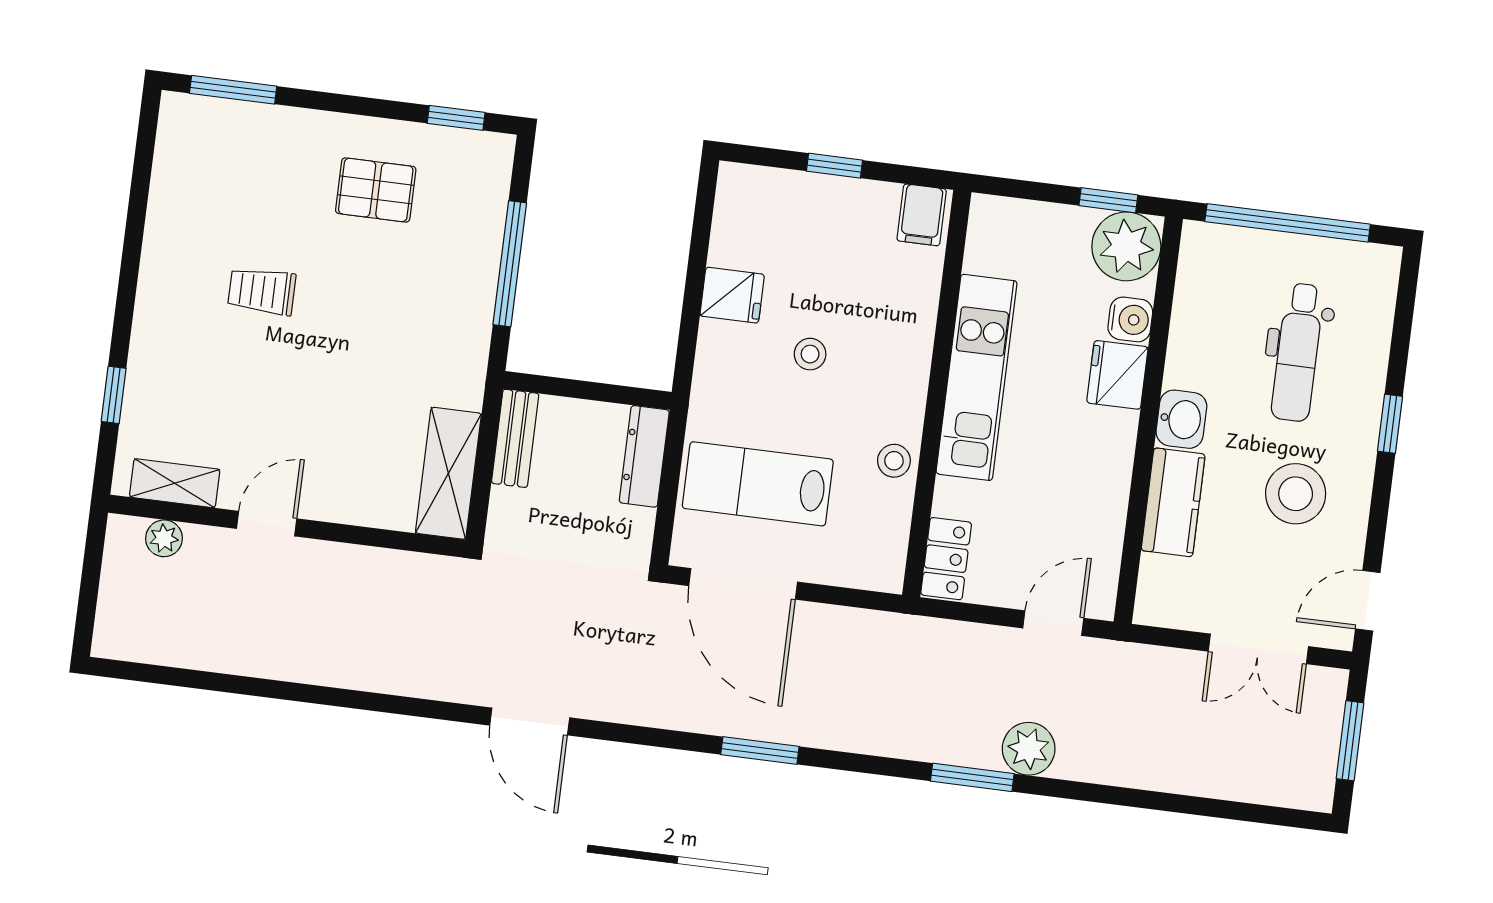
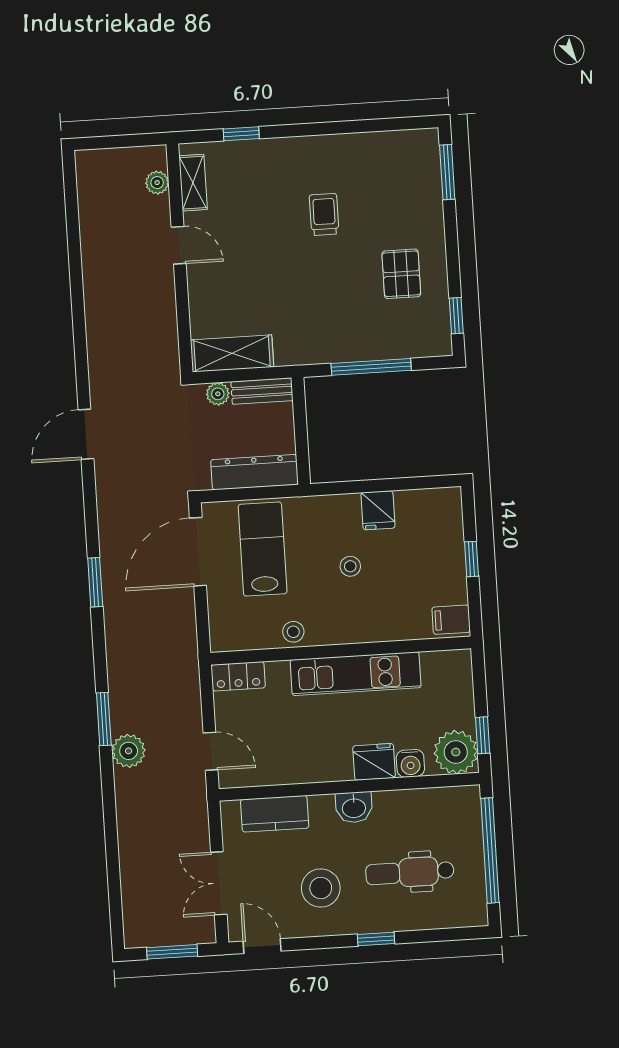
dresser: (644, 456) -> (254, 472), width x1.37, depth x1.24
kitchen counter: (1173, 502) -> (275, 814), moved
plant: (506, 507) -> (218, 394), added

